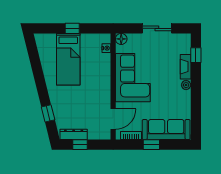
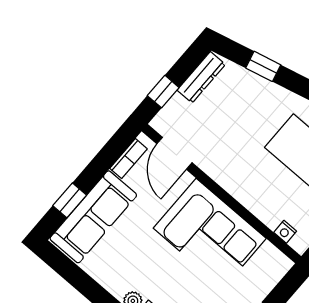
floor lamp: (121, 39) -> (280, 264), removed
window: (80, 145) -> (163, 92), moved
window: (151, 145) -> (70, 200), moved

